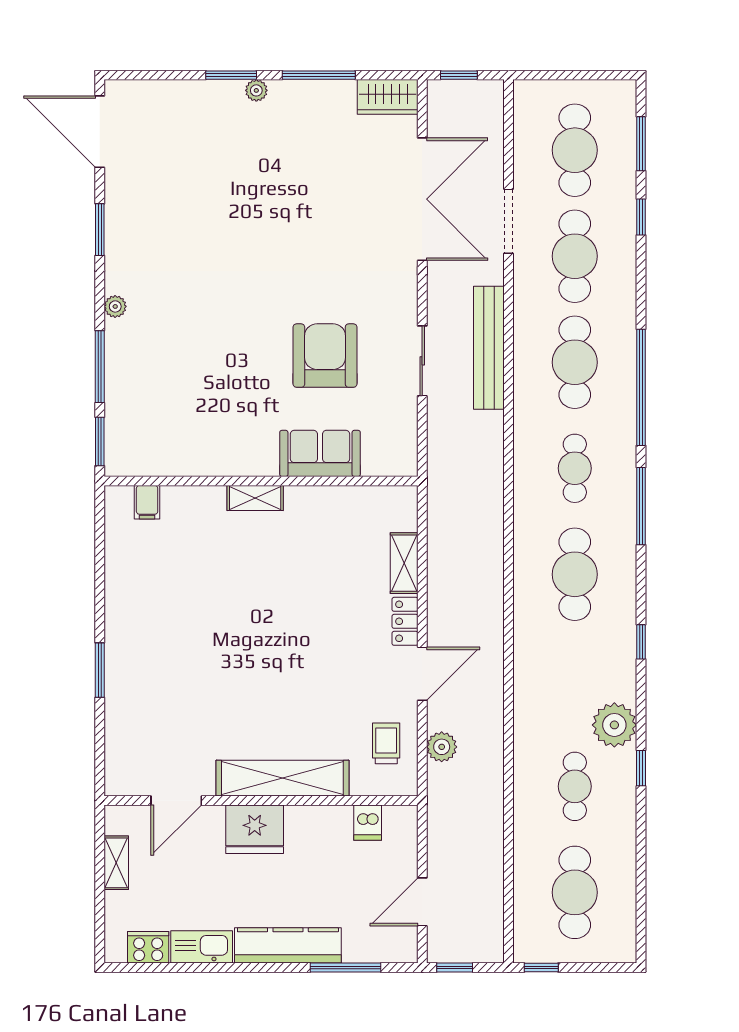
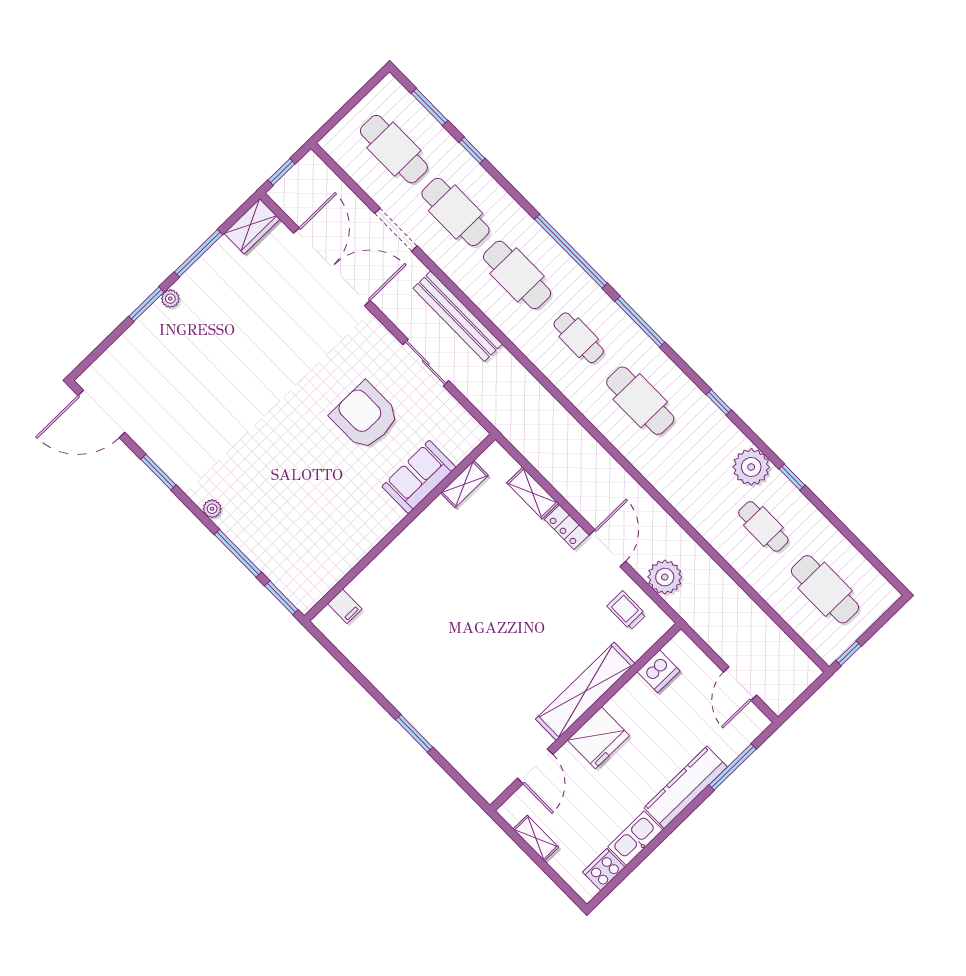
shelving: (255, 498) -> (464, 484), moved
plant: (442, 747) -> (665, 577), width x1.36, depth x1.36
dishwasher: (368, 823) -> (658, 671), width x1.38
window: (455, 967) -> (797, 704), removed

